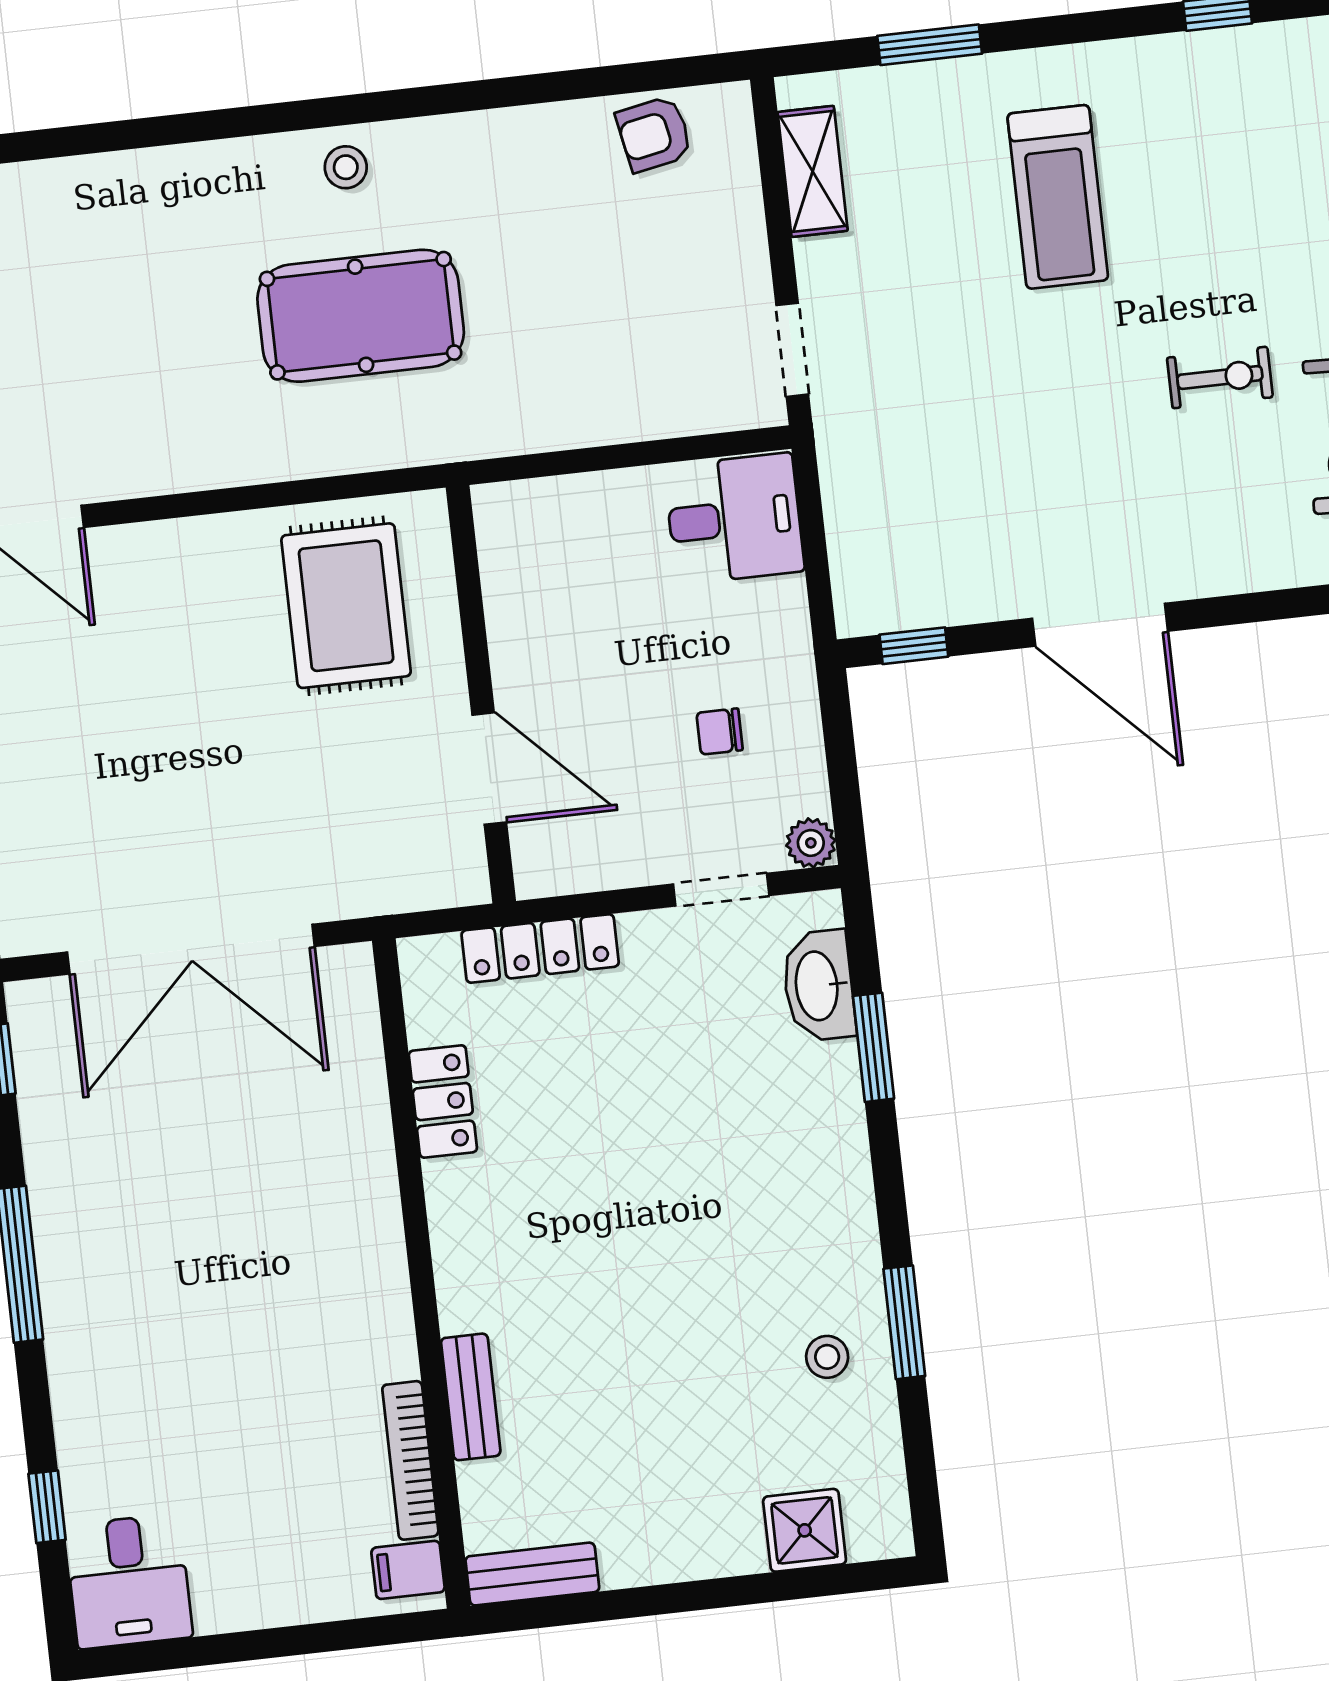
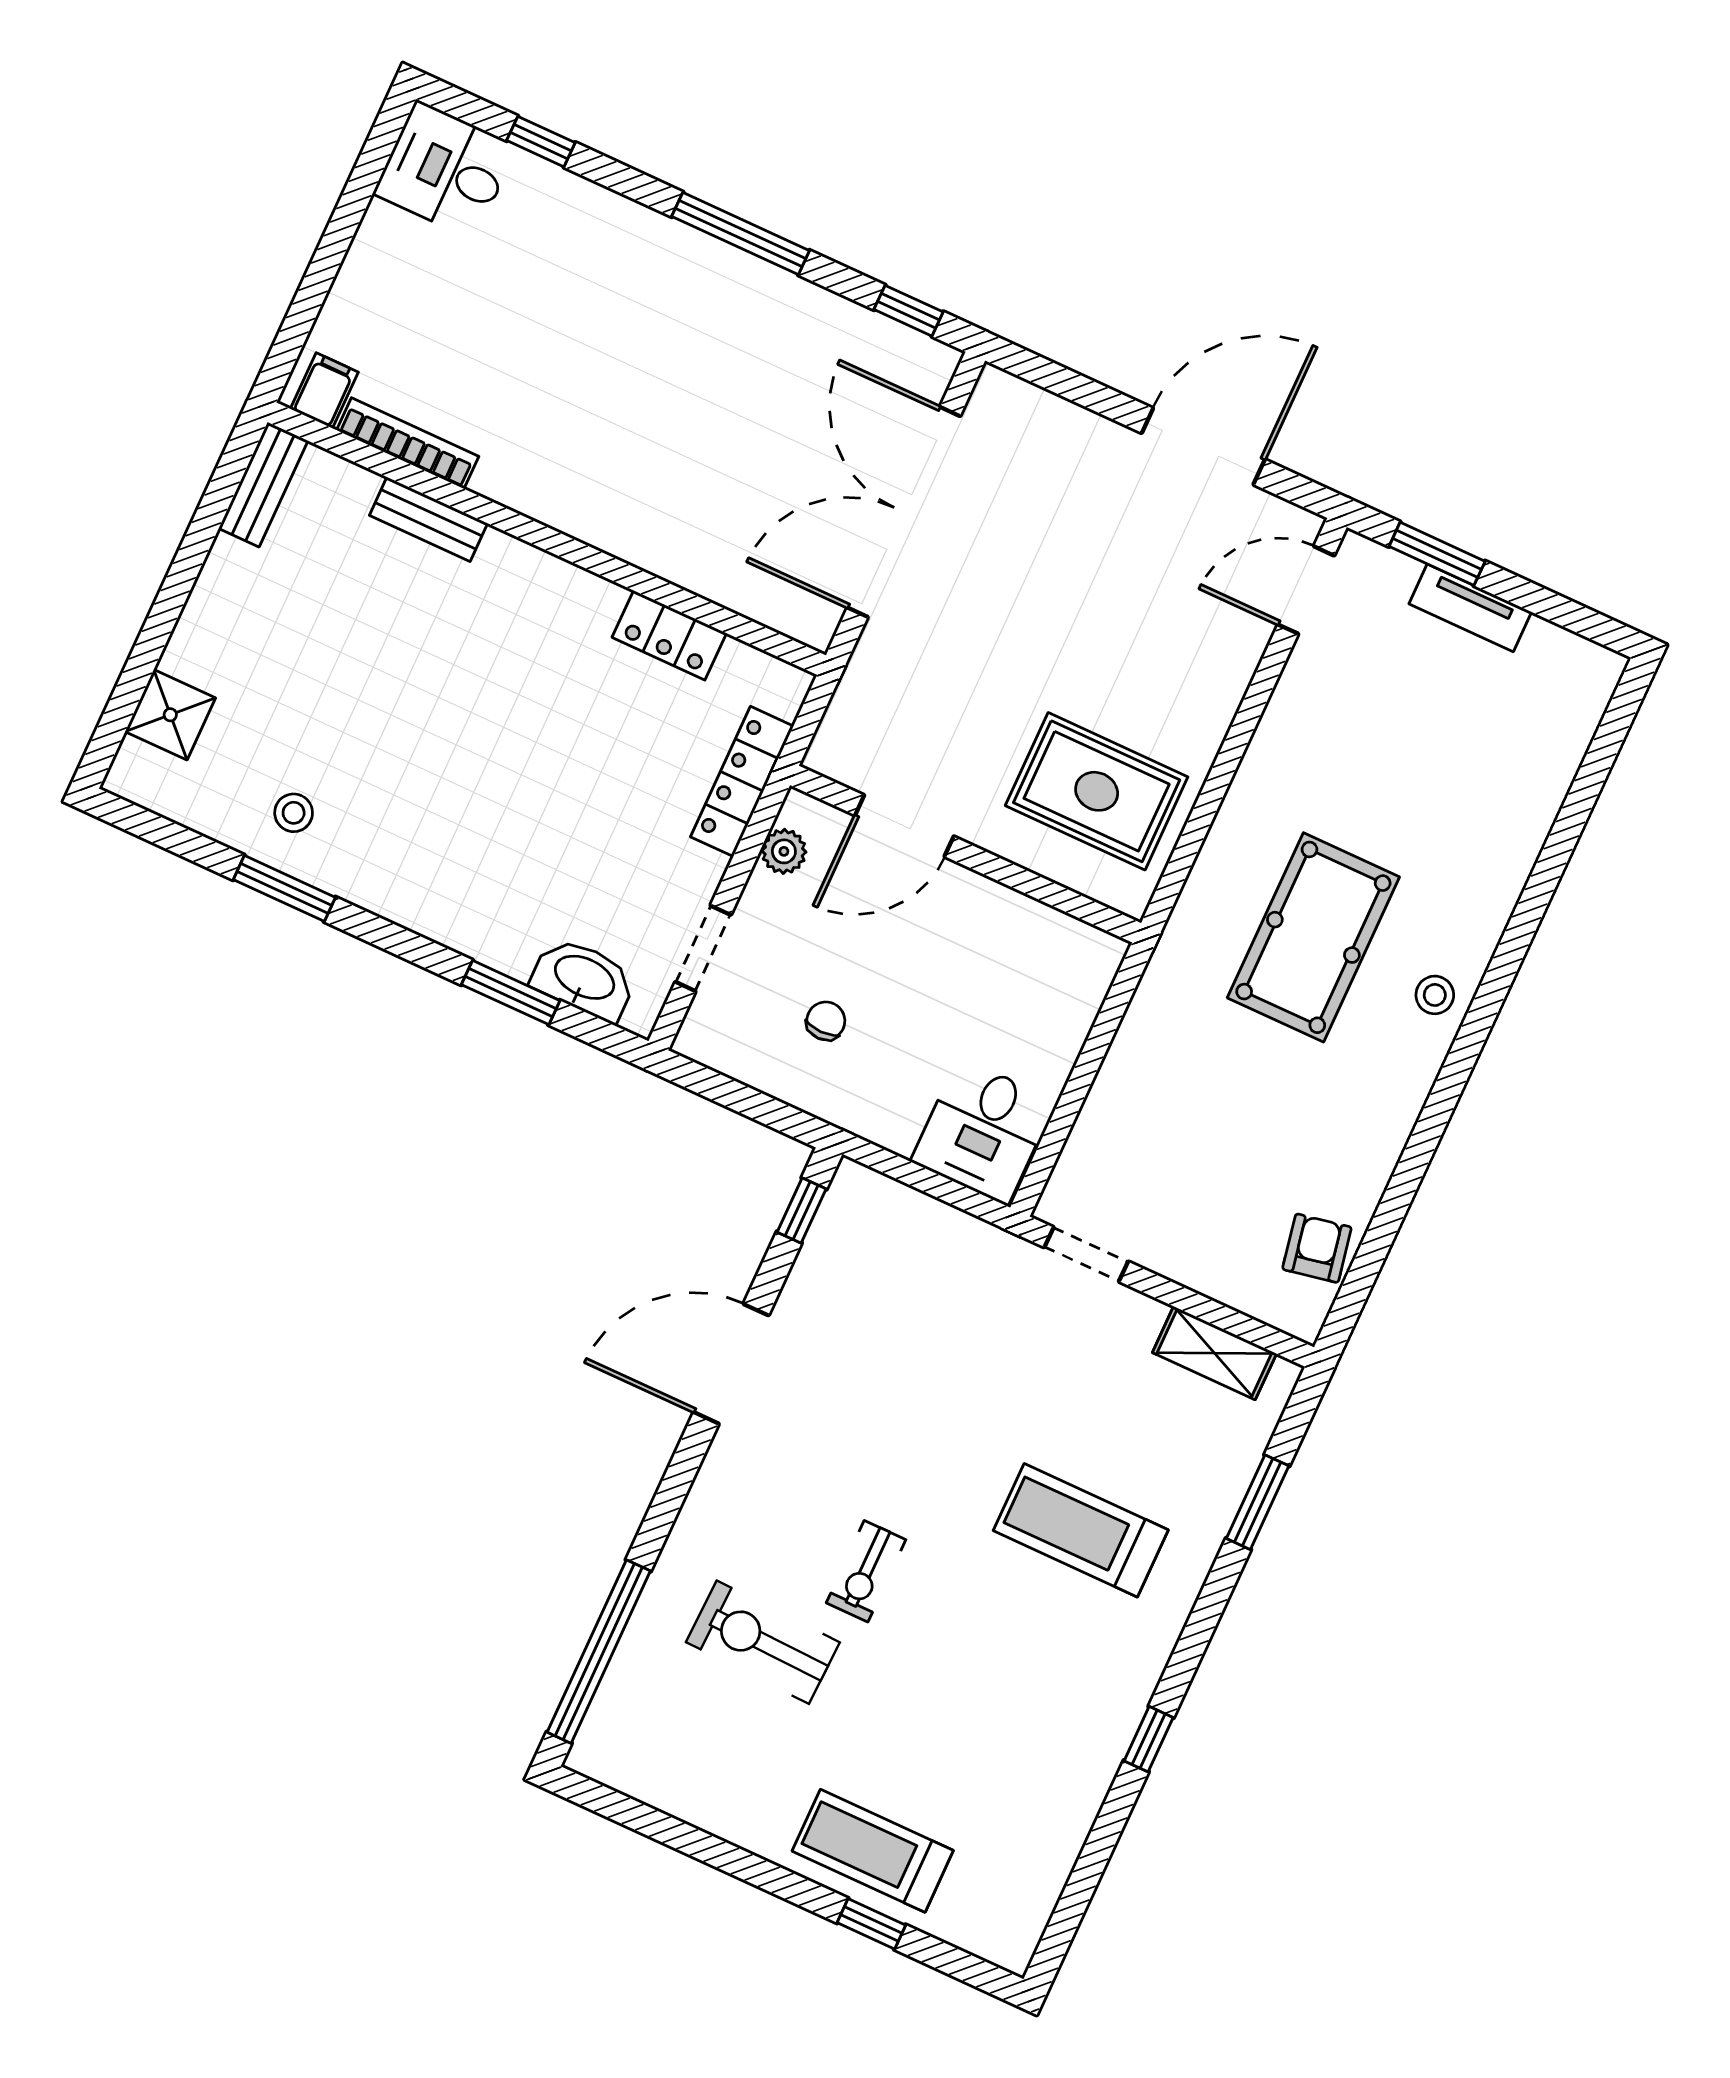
plant: (811, 843) -> (784, 851), moved

